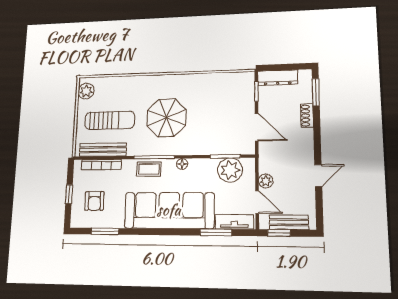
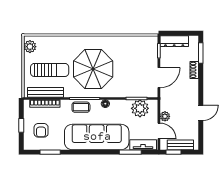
parasol: (167, 118) -> (93, 69), width x1.36, depth x1.36
door: (257, 127) -> (159, 78), hinge flipped

